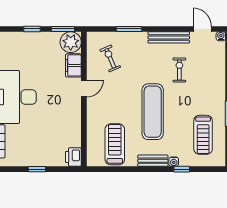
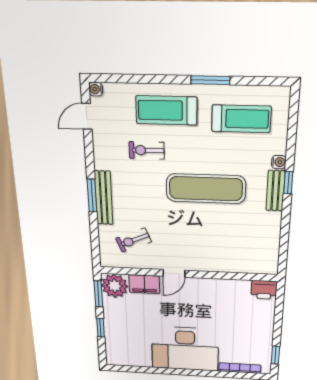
window: (129, 29) -> (92, 196), moved
bench: (169, 37) -> (104, 198), moved
door: (84, 88) -> (174, 273), swing flipped
treadmill: (115, 144) -> (166, 110), moved
window: (37, 169) -> (275, 355), moved
window: (182, 169) -> (288, 183), moved

